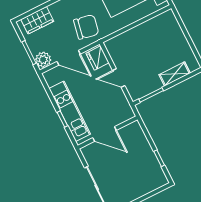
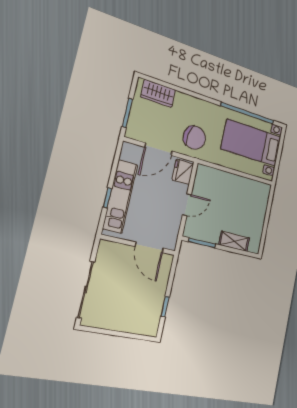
door: (69, 58) -> (159, 149), hinge flipped
plant: (43, 60) -> (135, 130), removed
door: (119, 78) -> (187, 205), swing flipped
door: (105, 134) -> (149, 247), moved

